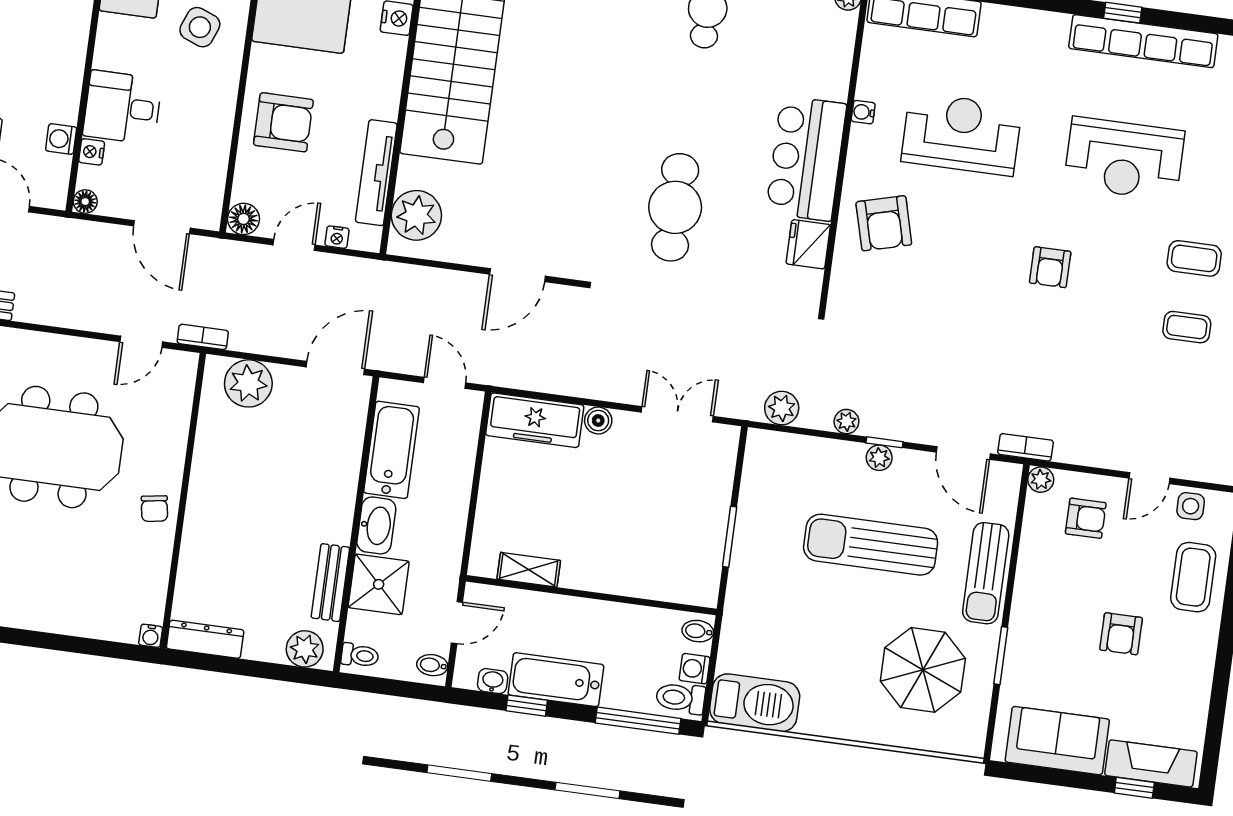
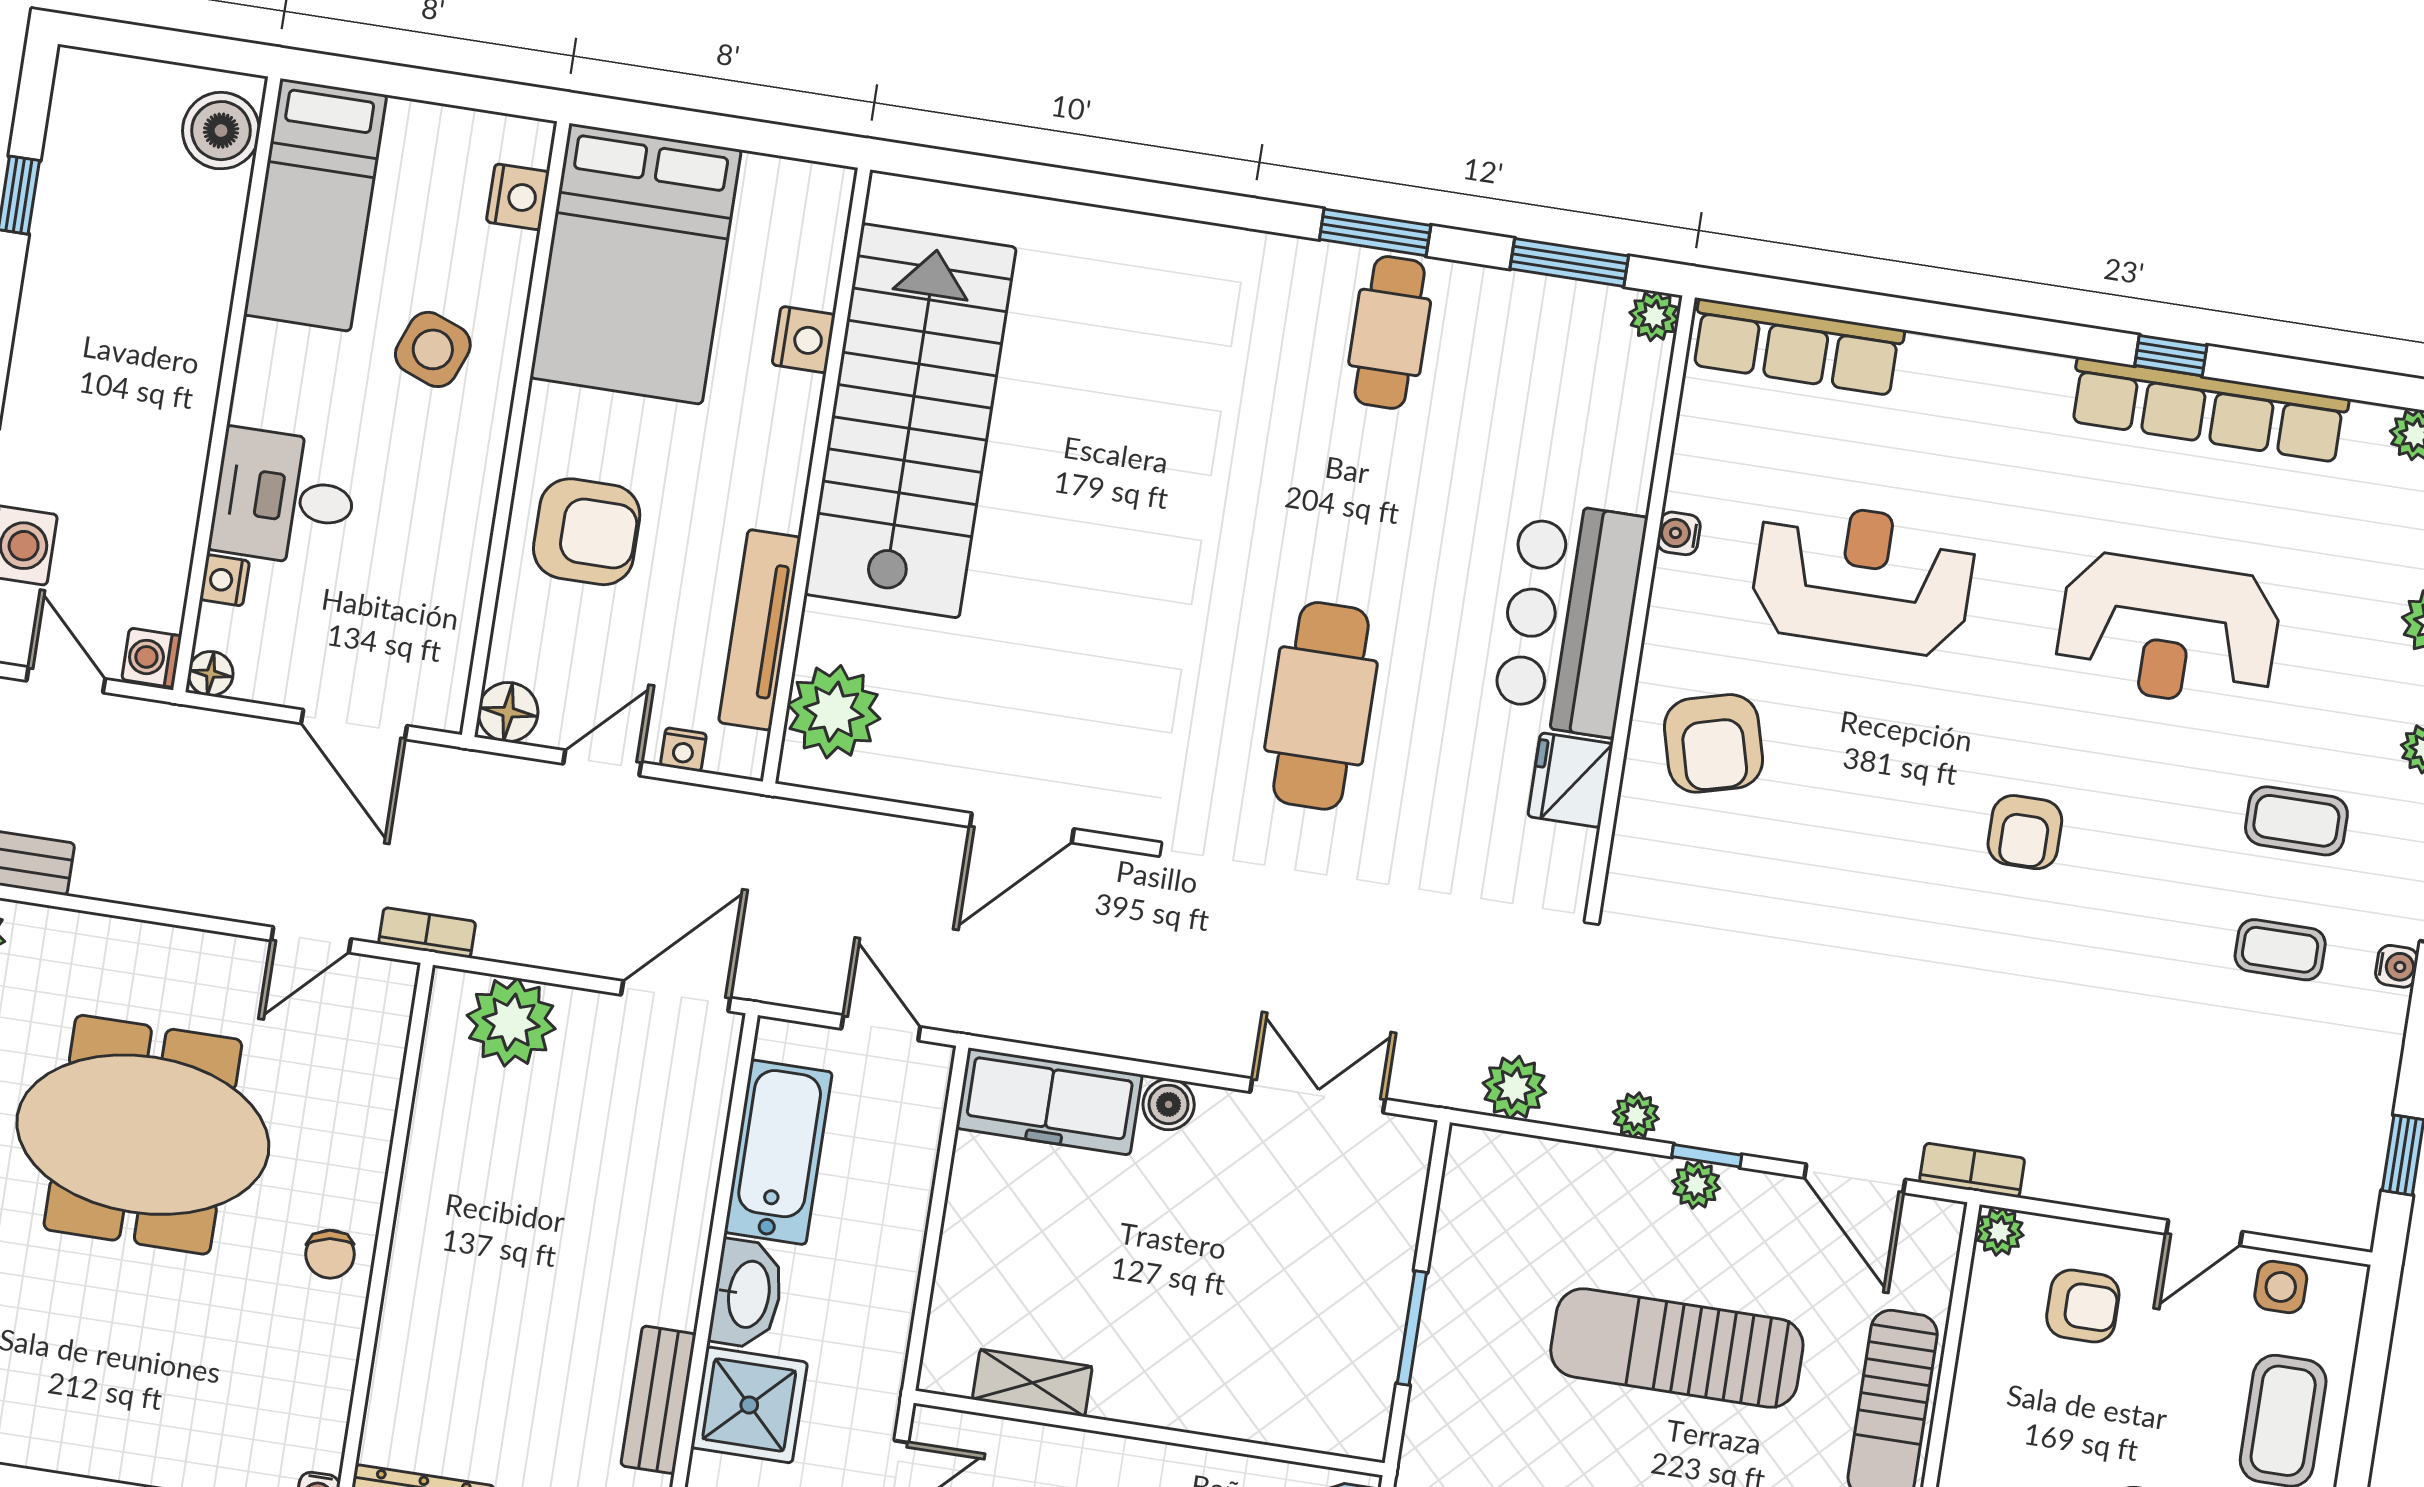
washing machine: (61, 139) -> (152, 658), moved

